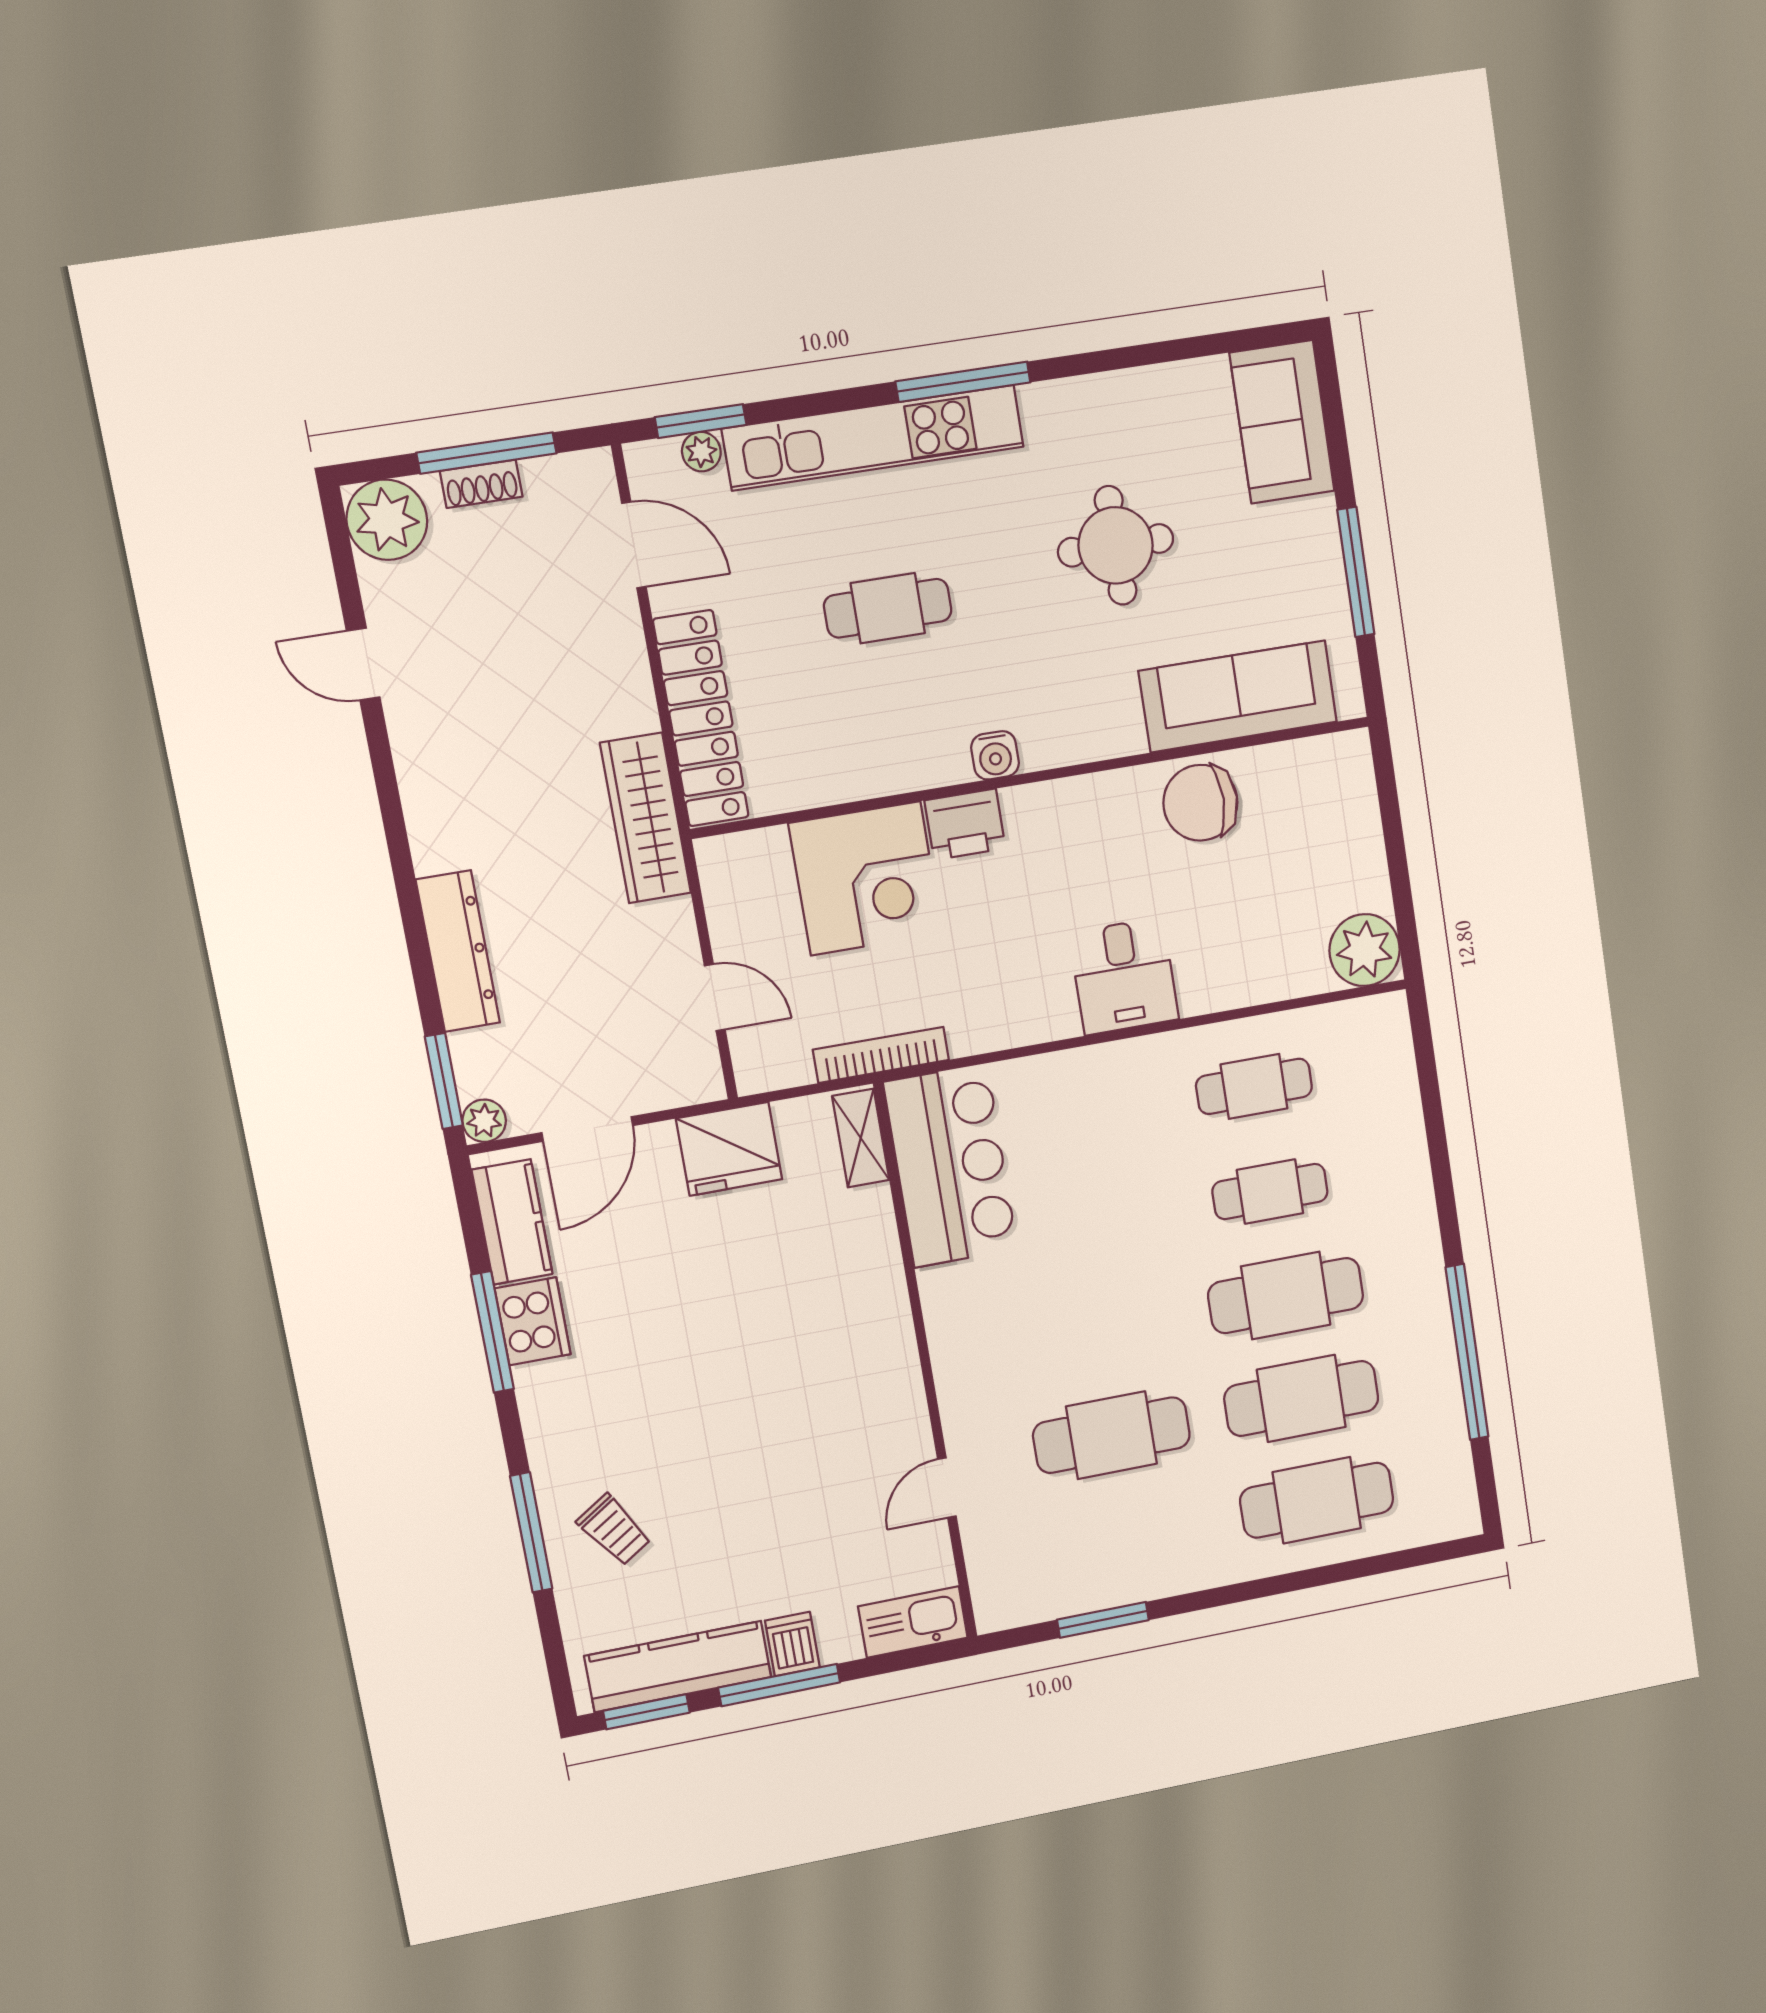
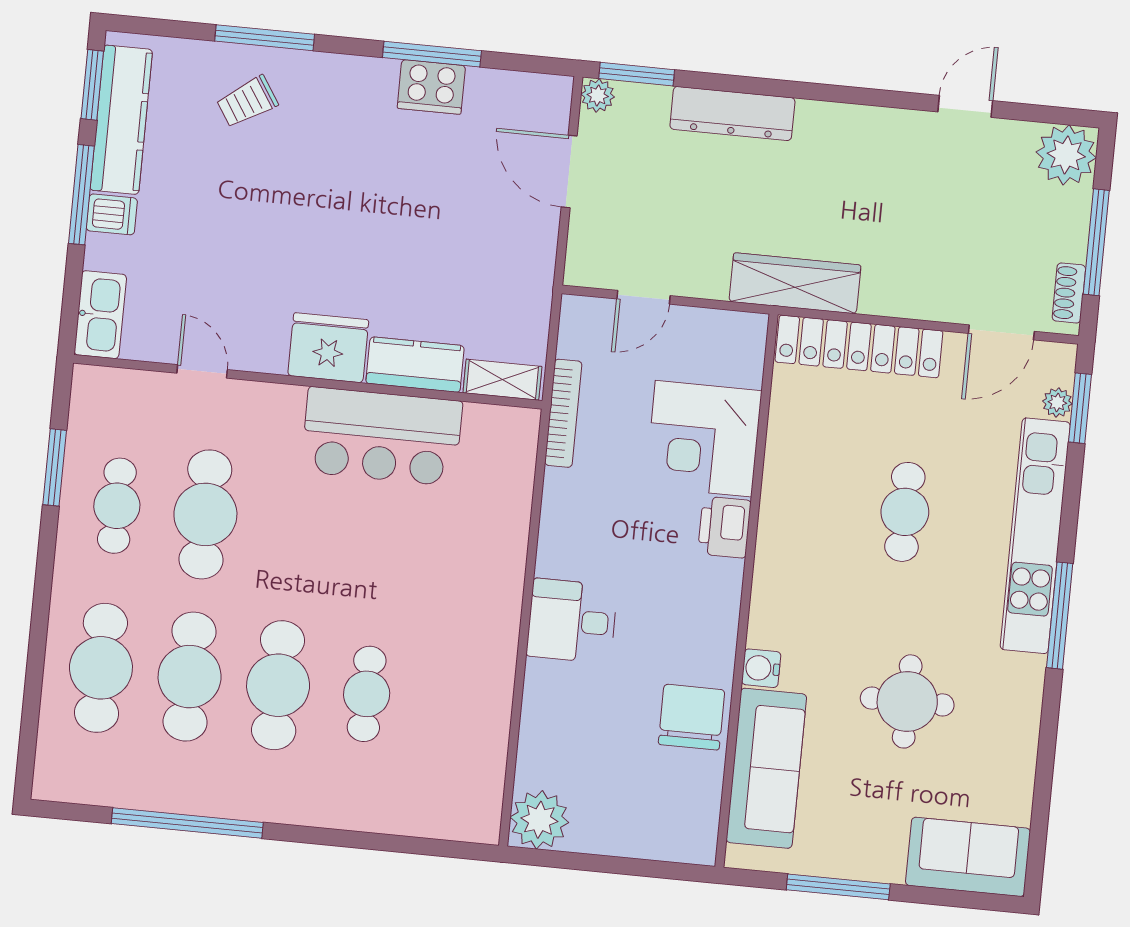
shoe rack: (481, 484) -> (1069, 293), moved
water cooler: (995, 755) -> (761, 668), moved
cafe table: (1254, 1086) -> (117, 506), moved
fridge: (729, 1149) -> (328, 348), moved, turned 90
bar counter: (951, 1166) -> (382, 436), moved
kitchen counter: (512, 1222) -> (415, 365), moved, turned 180

